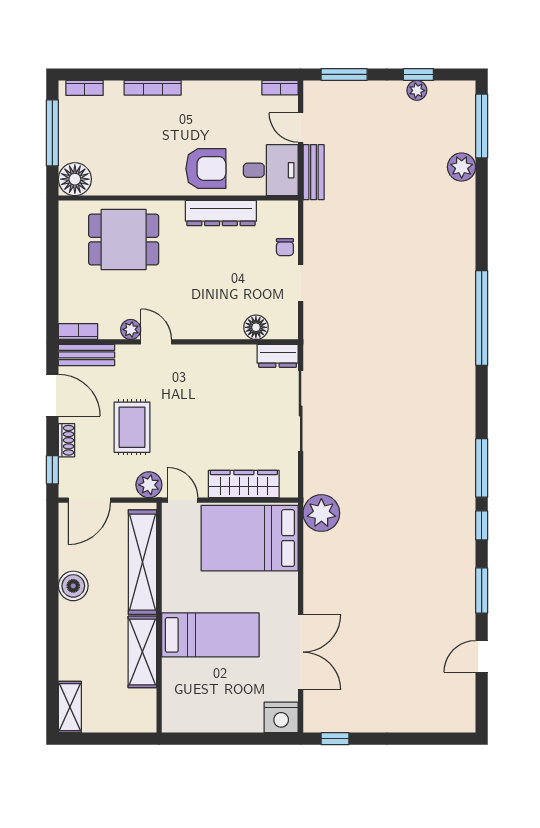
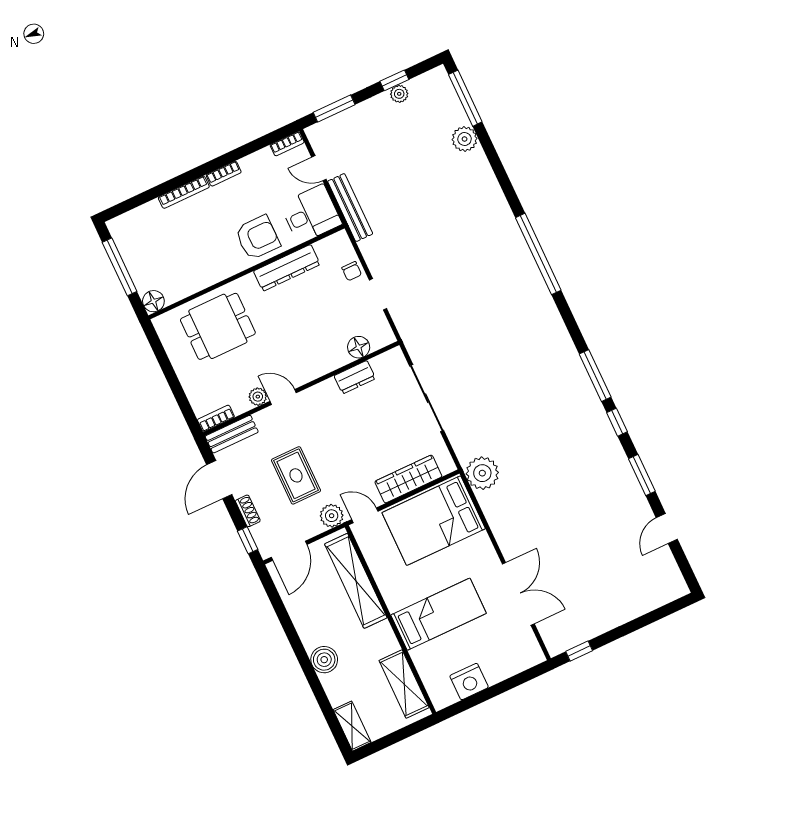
bookcase: (85, 88) -> (224, 174), moved
bench: (314, 172) -> (350, 208), width x1.36
floor lamp: (75, 179) -> (153, 301), width x0.73, depth x0.73
dresser: (278, 356) -> (355, 377), moved
door: (52, 395) -> (219, 480), swing flipped
boiler: (73, 586) -> (324, 660), moved
shelving: (142, 652) -> (404, 684), moved
nightstand: (281, 717) -> (469, 682), moved

